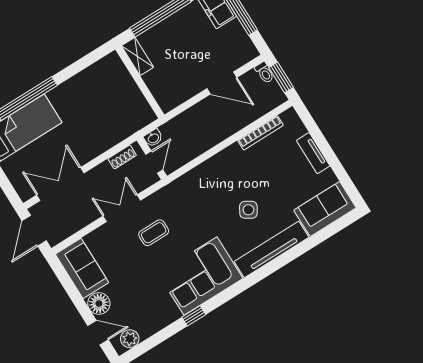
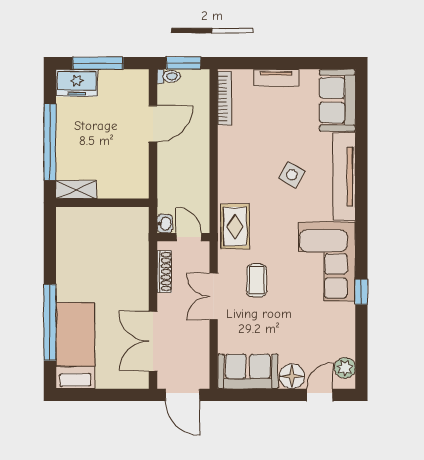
bookcase: (260, 133) -> (225, 98), moved
shoe rack: (122, 157) -> (164, 272), width x1.43
rug: (184, 192) -> (235, 227), added

